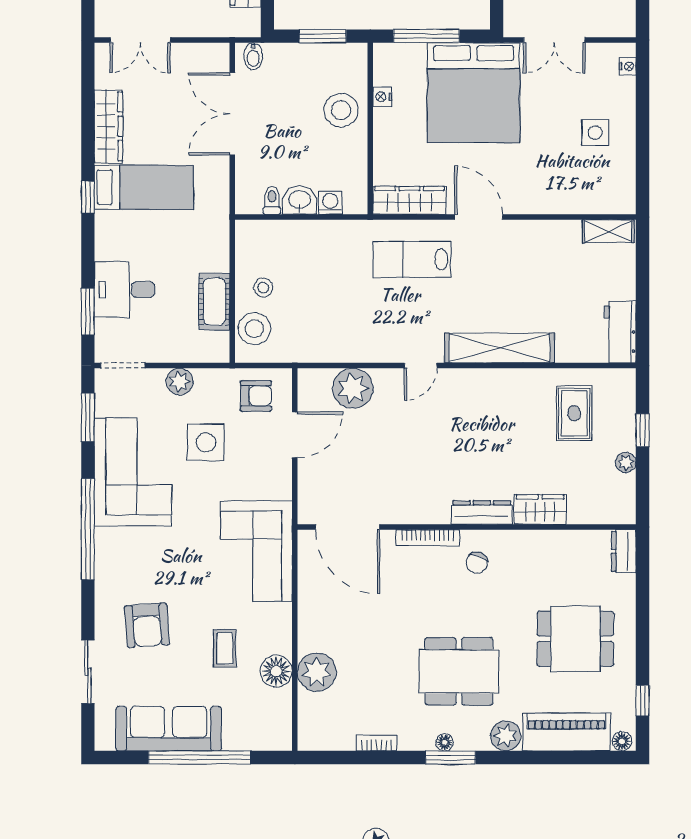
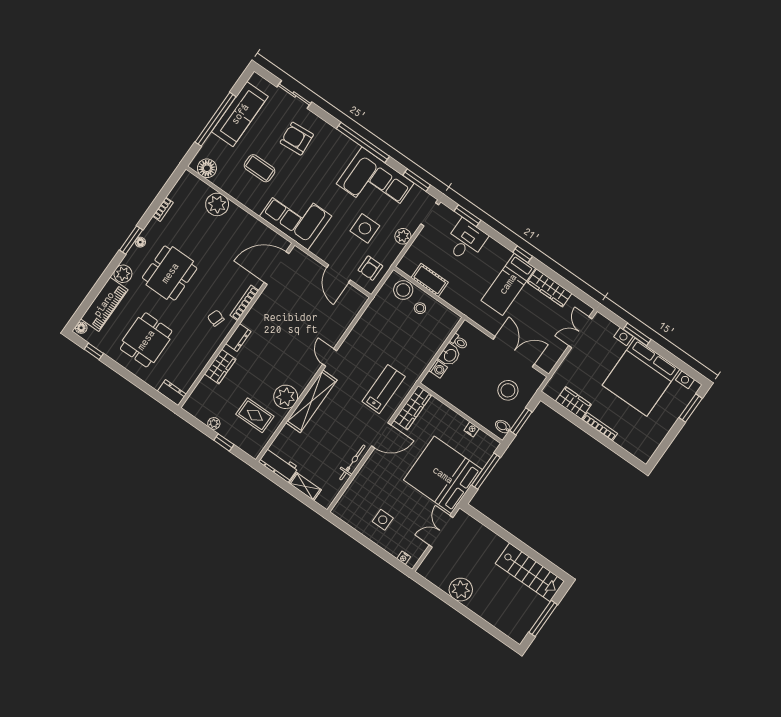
bidet: (253, 56) -> (503, 427), moved
stool: (341, 110) -> (508, 390), moved
bicycle: (545, 231) -> (352, 462), added
shelving: (608, 231) -> (305, 486), moved, turned 90
plant: (353, 388) -> (286, 397), moved
dresser: (482, 513) -> (238, 337), width x0.70
coffee table: (225, 648) -> (260, 168), width x1.36, depth x1.30
floor lamp: (276, 671) -> (207, 168), moved

